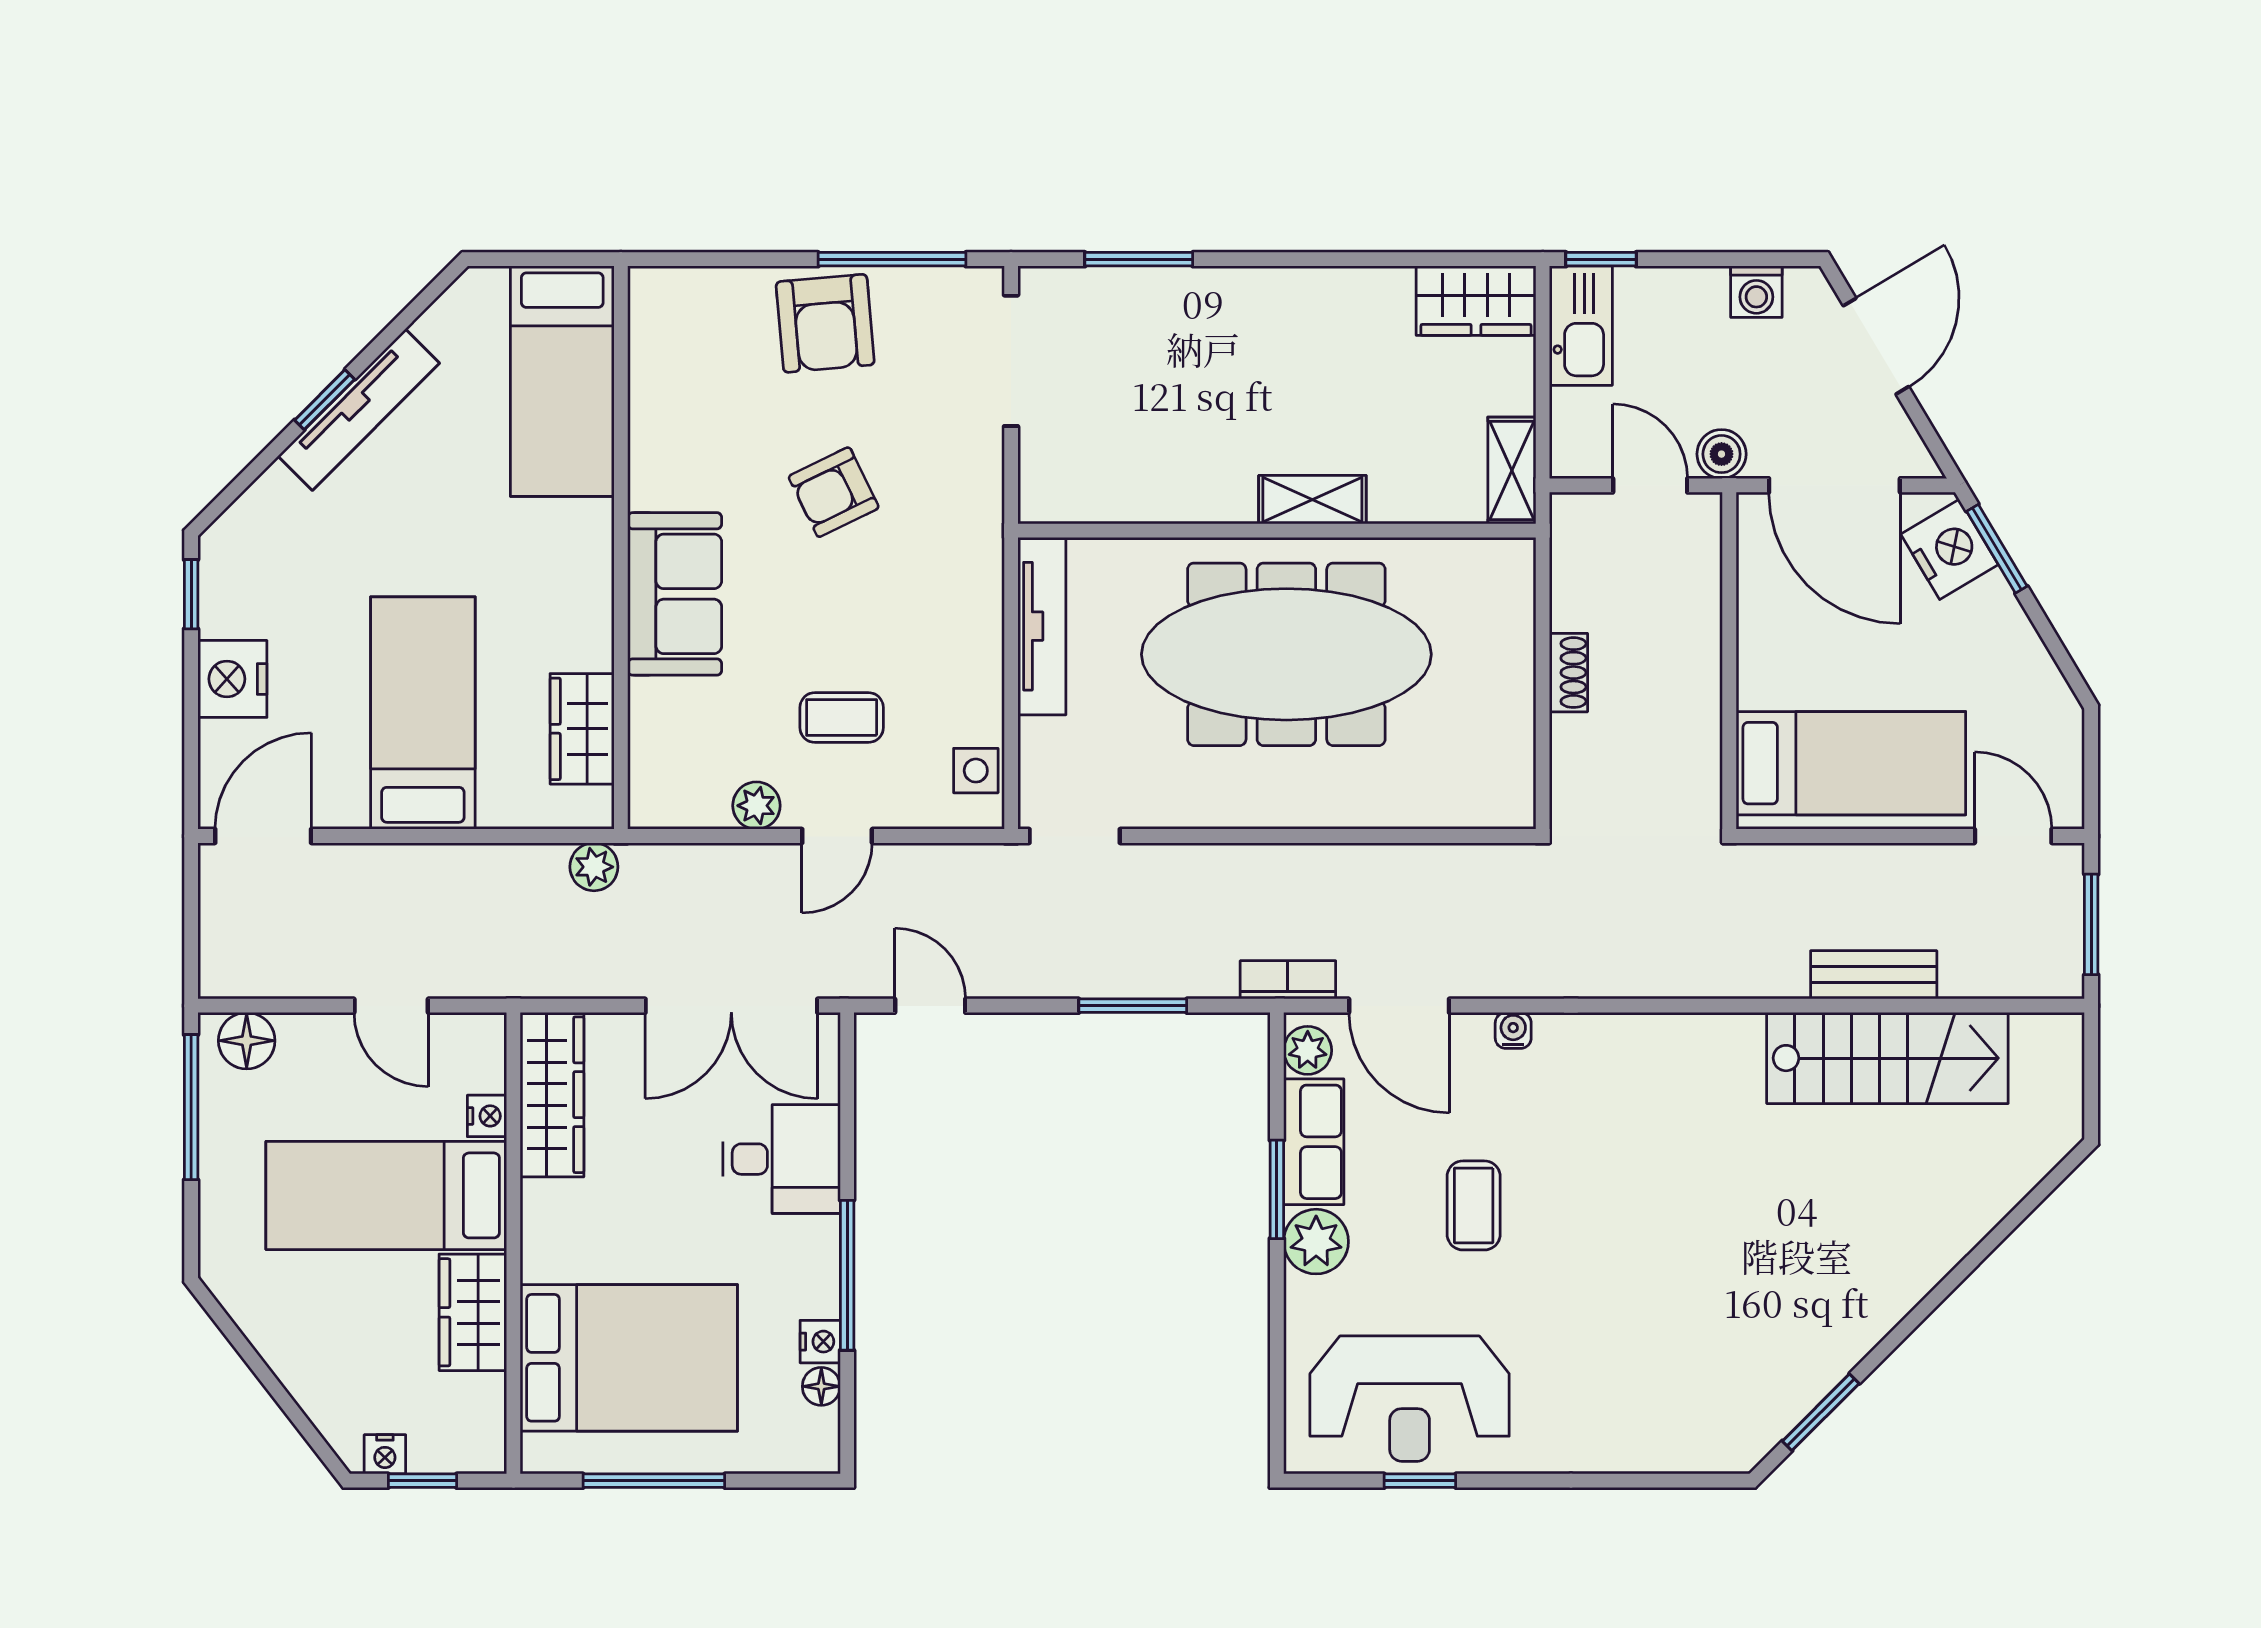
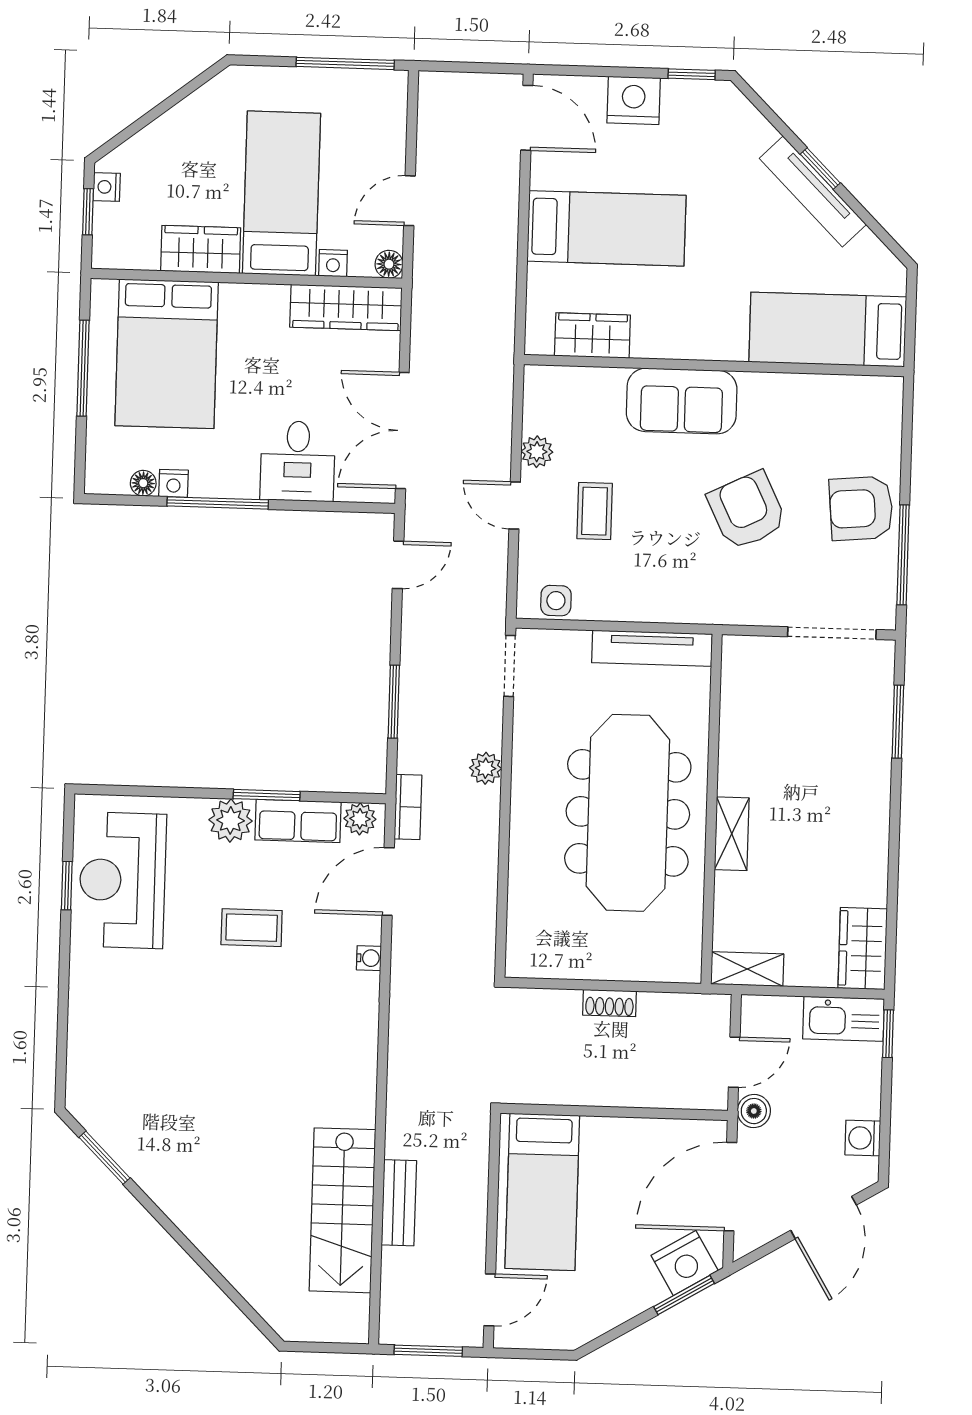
door: (1876, 346) -> (823, 1218), hinge flipped
armchair: (834, 492) -> (747, 510), width x1.38, depth x1.38
plant: (594, 867) -> (486, 768), moved
floor lamp: (247, 1041) -> (389, 264), moved, width x0.73, depth x0.73

